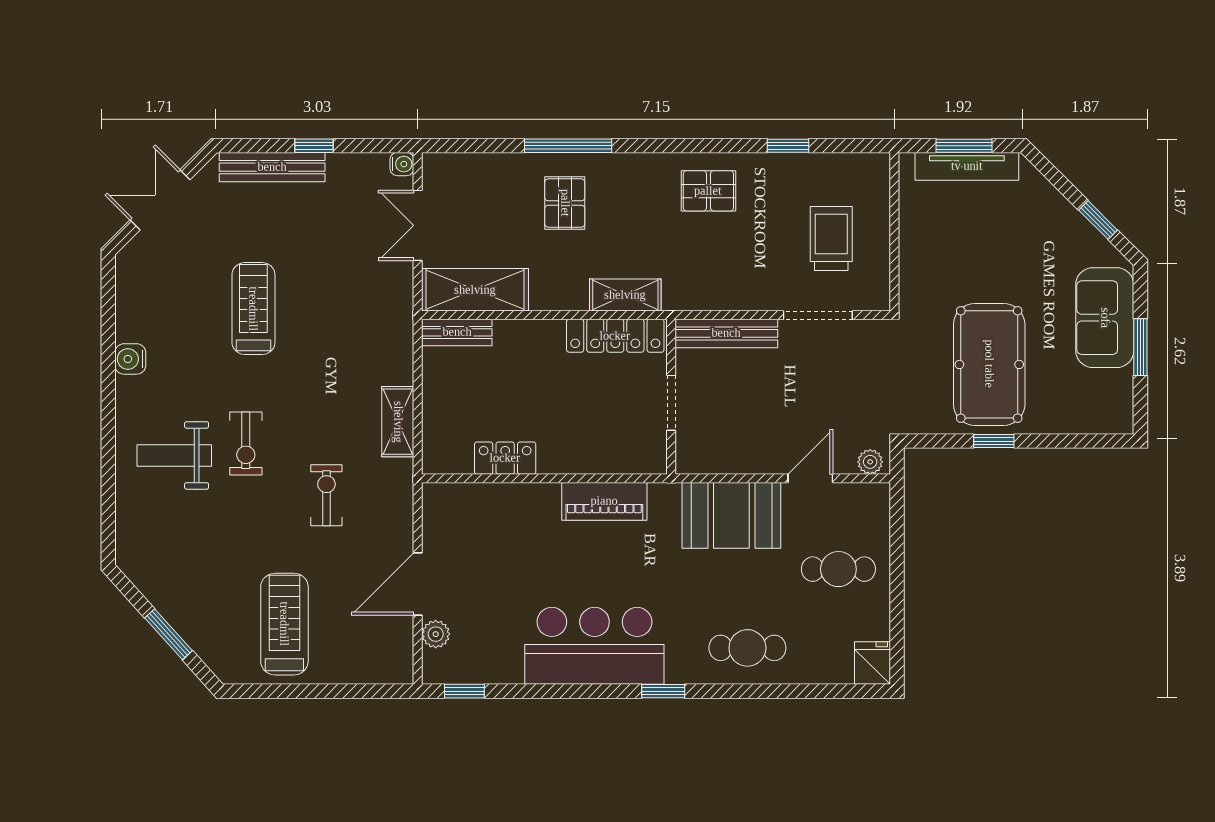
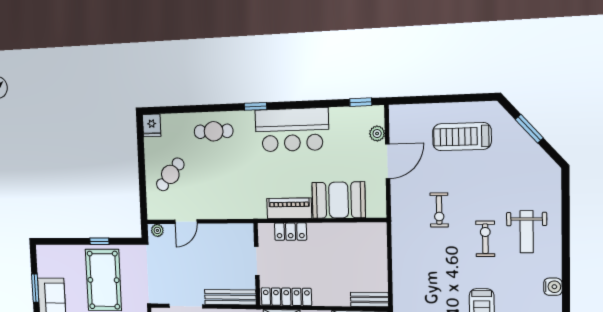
shelving: (398, 422) -> (400, 251), removed
weight bench: (174, 455) -> (527, 232), turned 90
locker: (505, 458) -> (291, 232), moved
booth: (731, 515) -> (339, 200), moved
cafe table: (838, 569) -> (170, 174), turned -49
treadmill: (284, 624) -> (462, 137), turned 90

